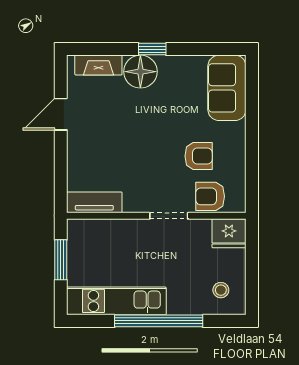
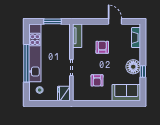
window: (152, 49) -> (143, 71), moved
floor lamp: (140, 72) -> (133, 67), moved
armchair: (210, 196) -> (102, 47), moved
kitchen unit: (116, 301) -> (35, 53), width x1.36

